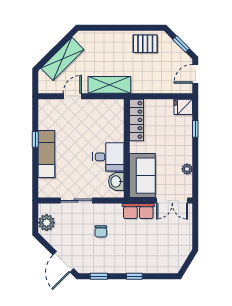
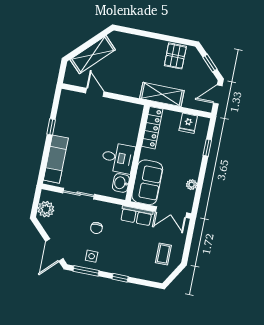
pallet: (145, 44) -> (175, 56), turned 90
shelving: (109, 85) -> (162, 94), moved
door: (72, 96) -> (95, 92), hinge flipped
fridge: (183, 107) -> (188, 123), moved, turned -90
exam couch: (46, 154) -> (56, 159), moved
coffee table: (173, 244) -> (163, 254), added
side table: (102, 260) -> (92, 256), added
window: (99, 276) -> (86, 271), width x1.50

